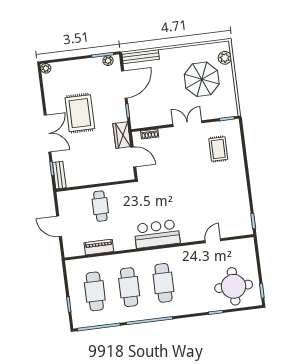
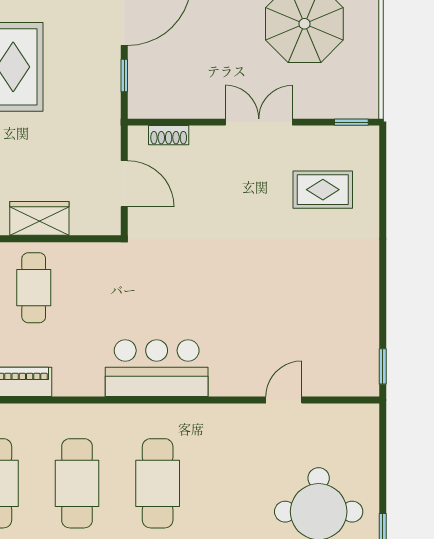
wardrobe: (122, 135) -> (39, 218), moved, turned 90
rug: (218, 149) -> (323, 190), turned 90

